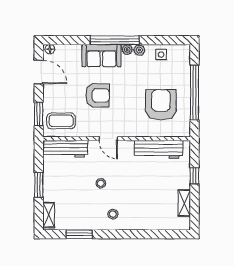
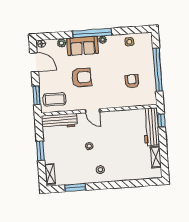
plant: (139, 50) -> (62, 43), moved
armchair: (161, 105) -> (132, 81), width x0.53, depth x0.53
workbench: (159, 149) -> (151, 127), moved, turned 90
window: (194, 176) -> (161, 120), moved

